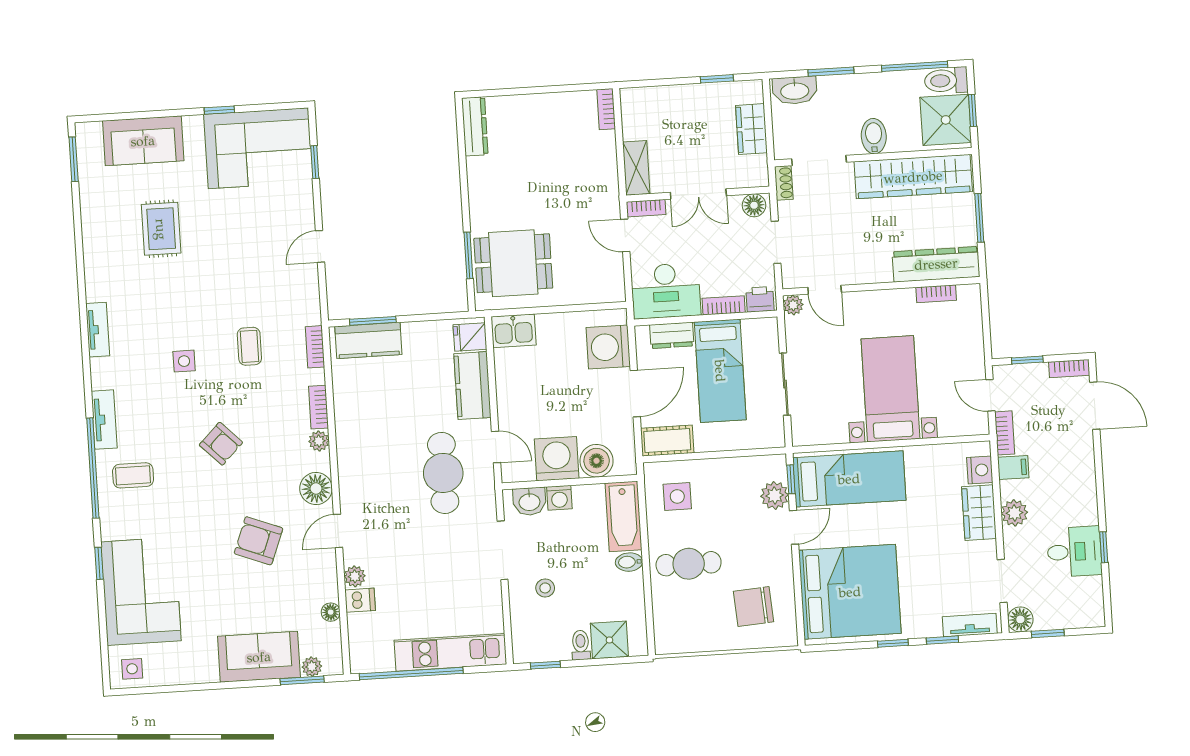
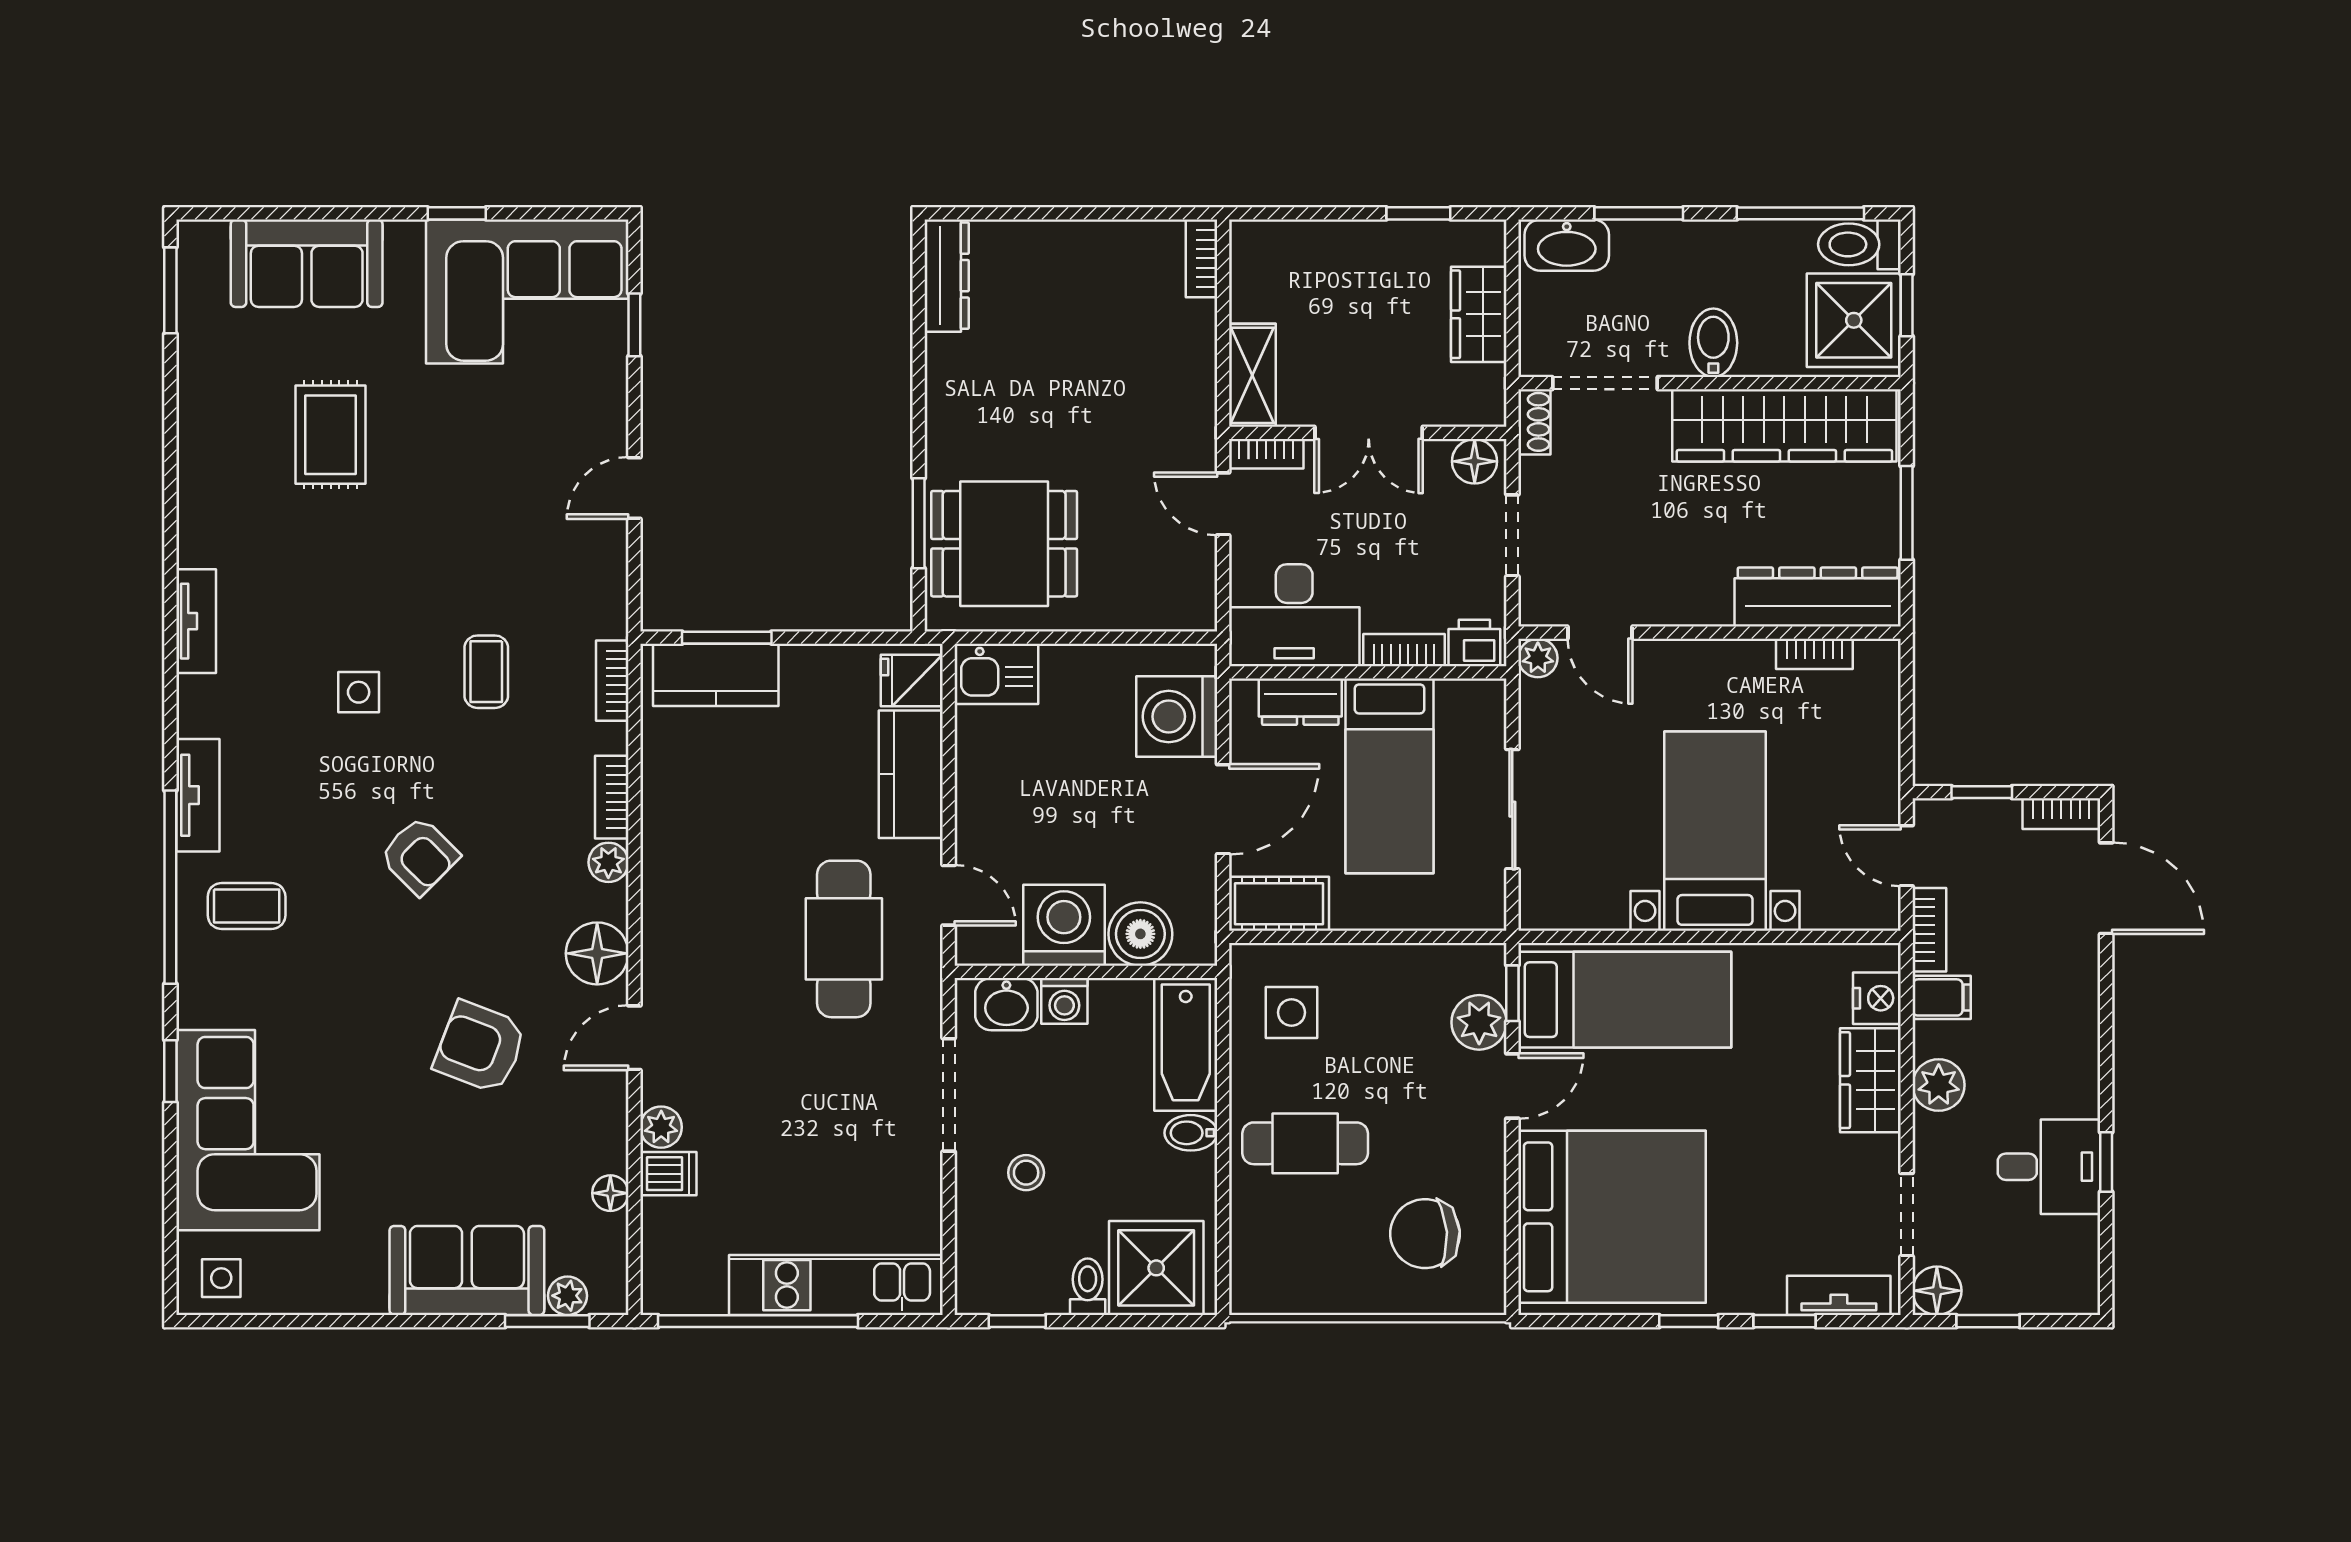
shower: (609, 640) -> (1156, 1268), width x1.36, depth x1.36

